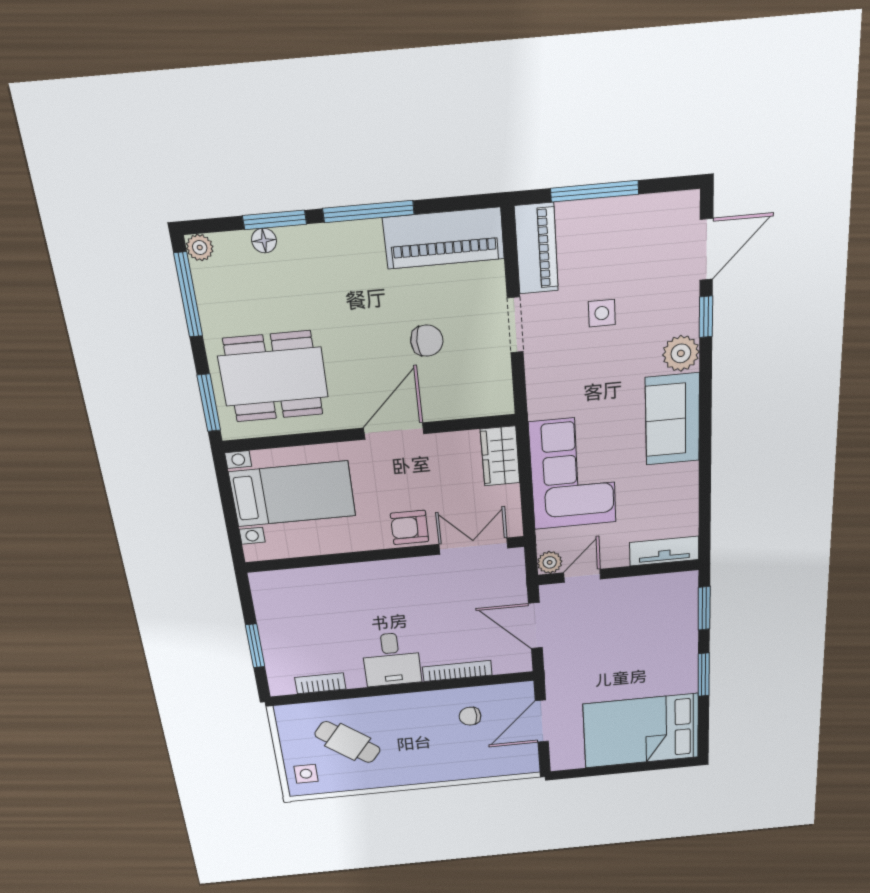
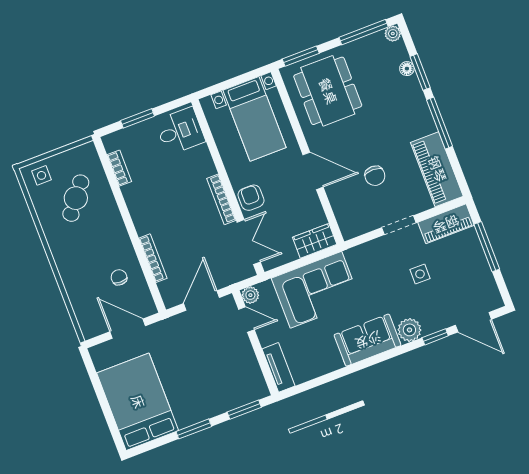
bookcase: (401, 567) -> (221, 199), added
desk: (391, 659) -> (180, 131), moved, turned 180

